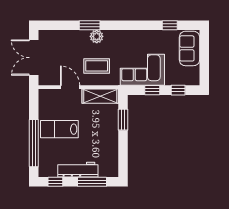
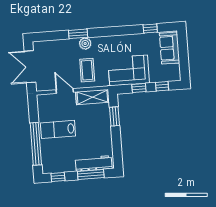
coffee table: (97, 66) -> (87, 70), turned 90
workbench: (78, 170) -> (94, 163), moved

